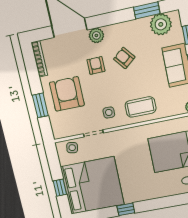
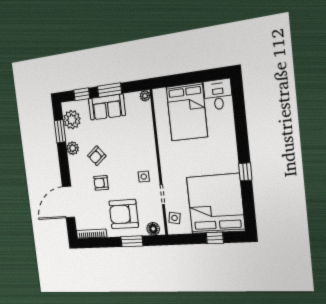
plant: (96, 35) -> (73, 148), moved
coffee table: (141, 107) -> (141, 145), removed
floor lamp: (57, 127) -> (153, 229), added

